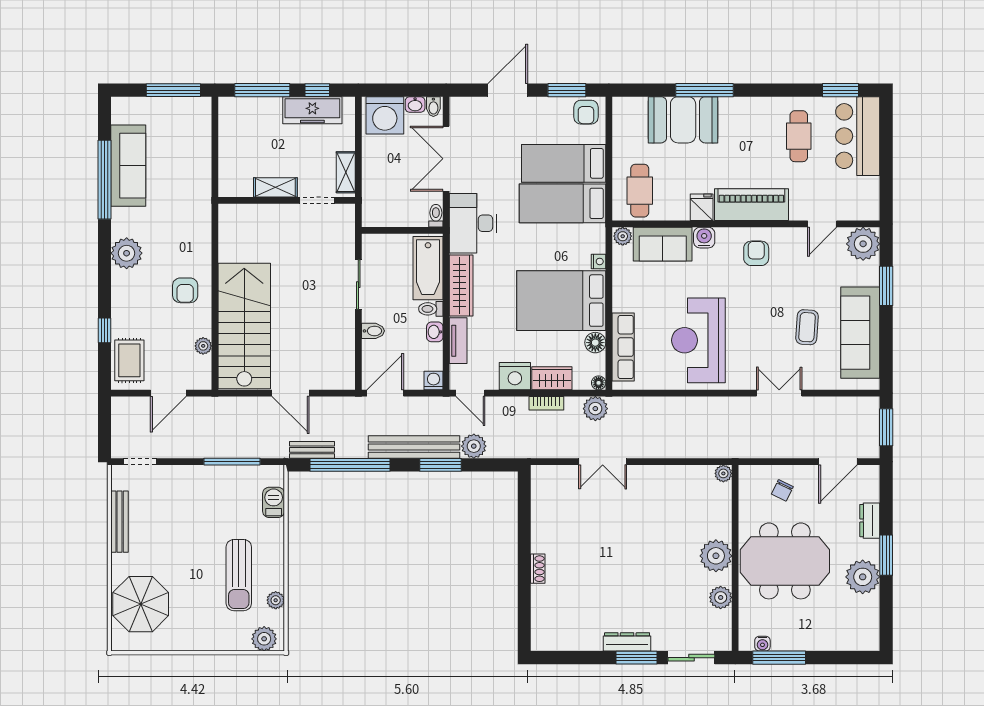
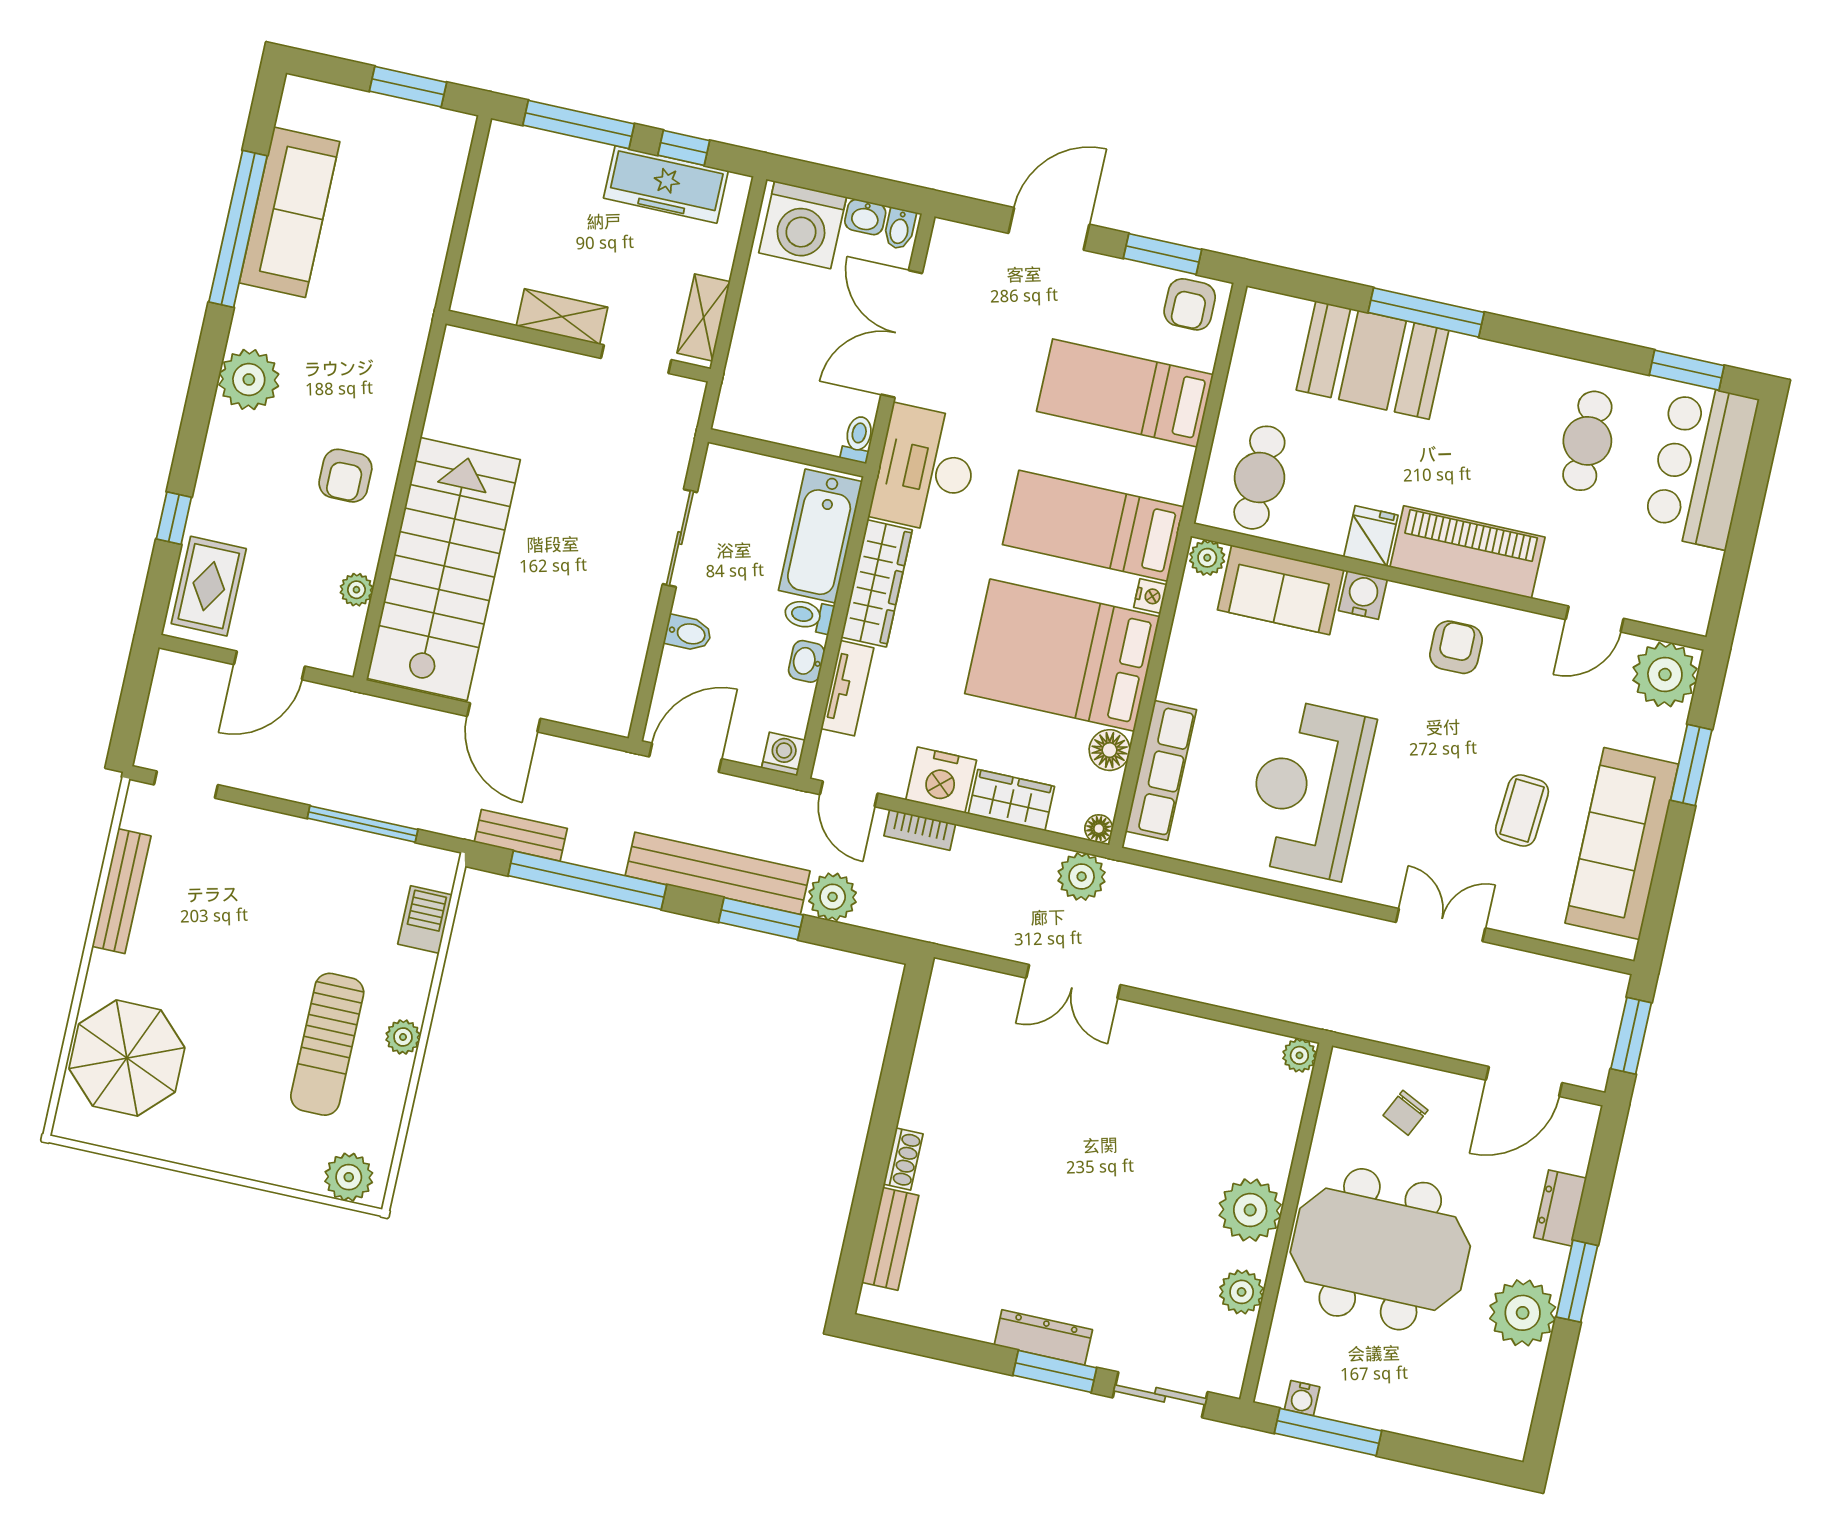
window: (173, 90) -> (408, 87), width x0.69
bed: (562, 203) -> (1093, 526), moved
bookcase: (546, 403) -> (920, 830), moved
plant: (276, 600) -> (403, 1037), moved
bench: (540, 610) -> (890, 1239), added

